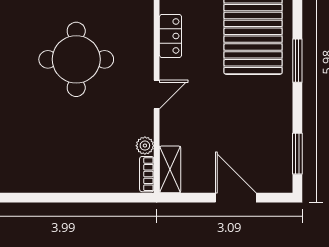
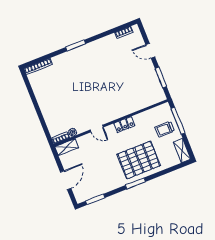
round table: (76, 59) -> (98, 88), removed

